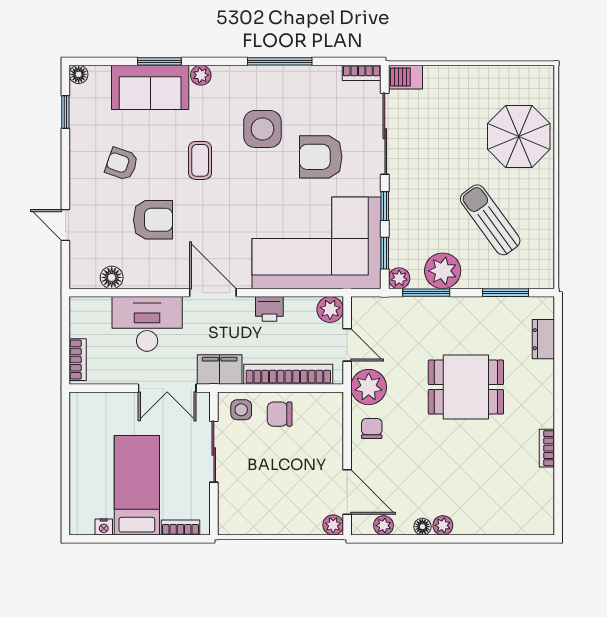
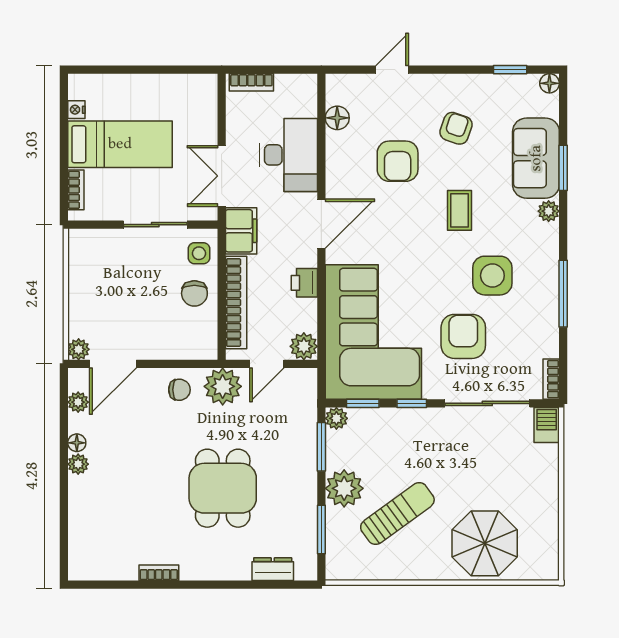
coffee table: (200, 160) -> (460, 210), turned 90
plant: (443, 271) -> (344, 488), moved
chair: (280, 414) -> (194, 293), turned 180

